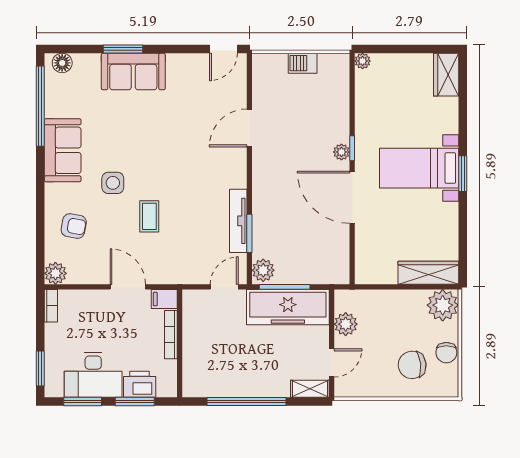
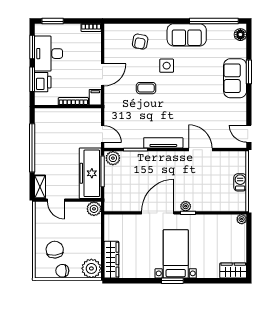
tv unit: (238, 221) -> (163, 143), moved
plant: (55, 273) -> (111, 30), removed
plant: (346, 324) -> (94, 209), moved

